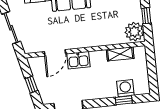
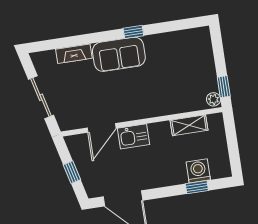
window: (146, 16) -> (224, 87), moved
plant: (134, 32) -> (213, 99), width x0.53, depth x0.53

